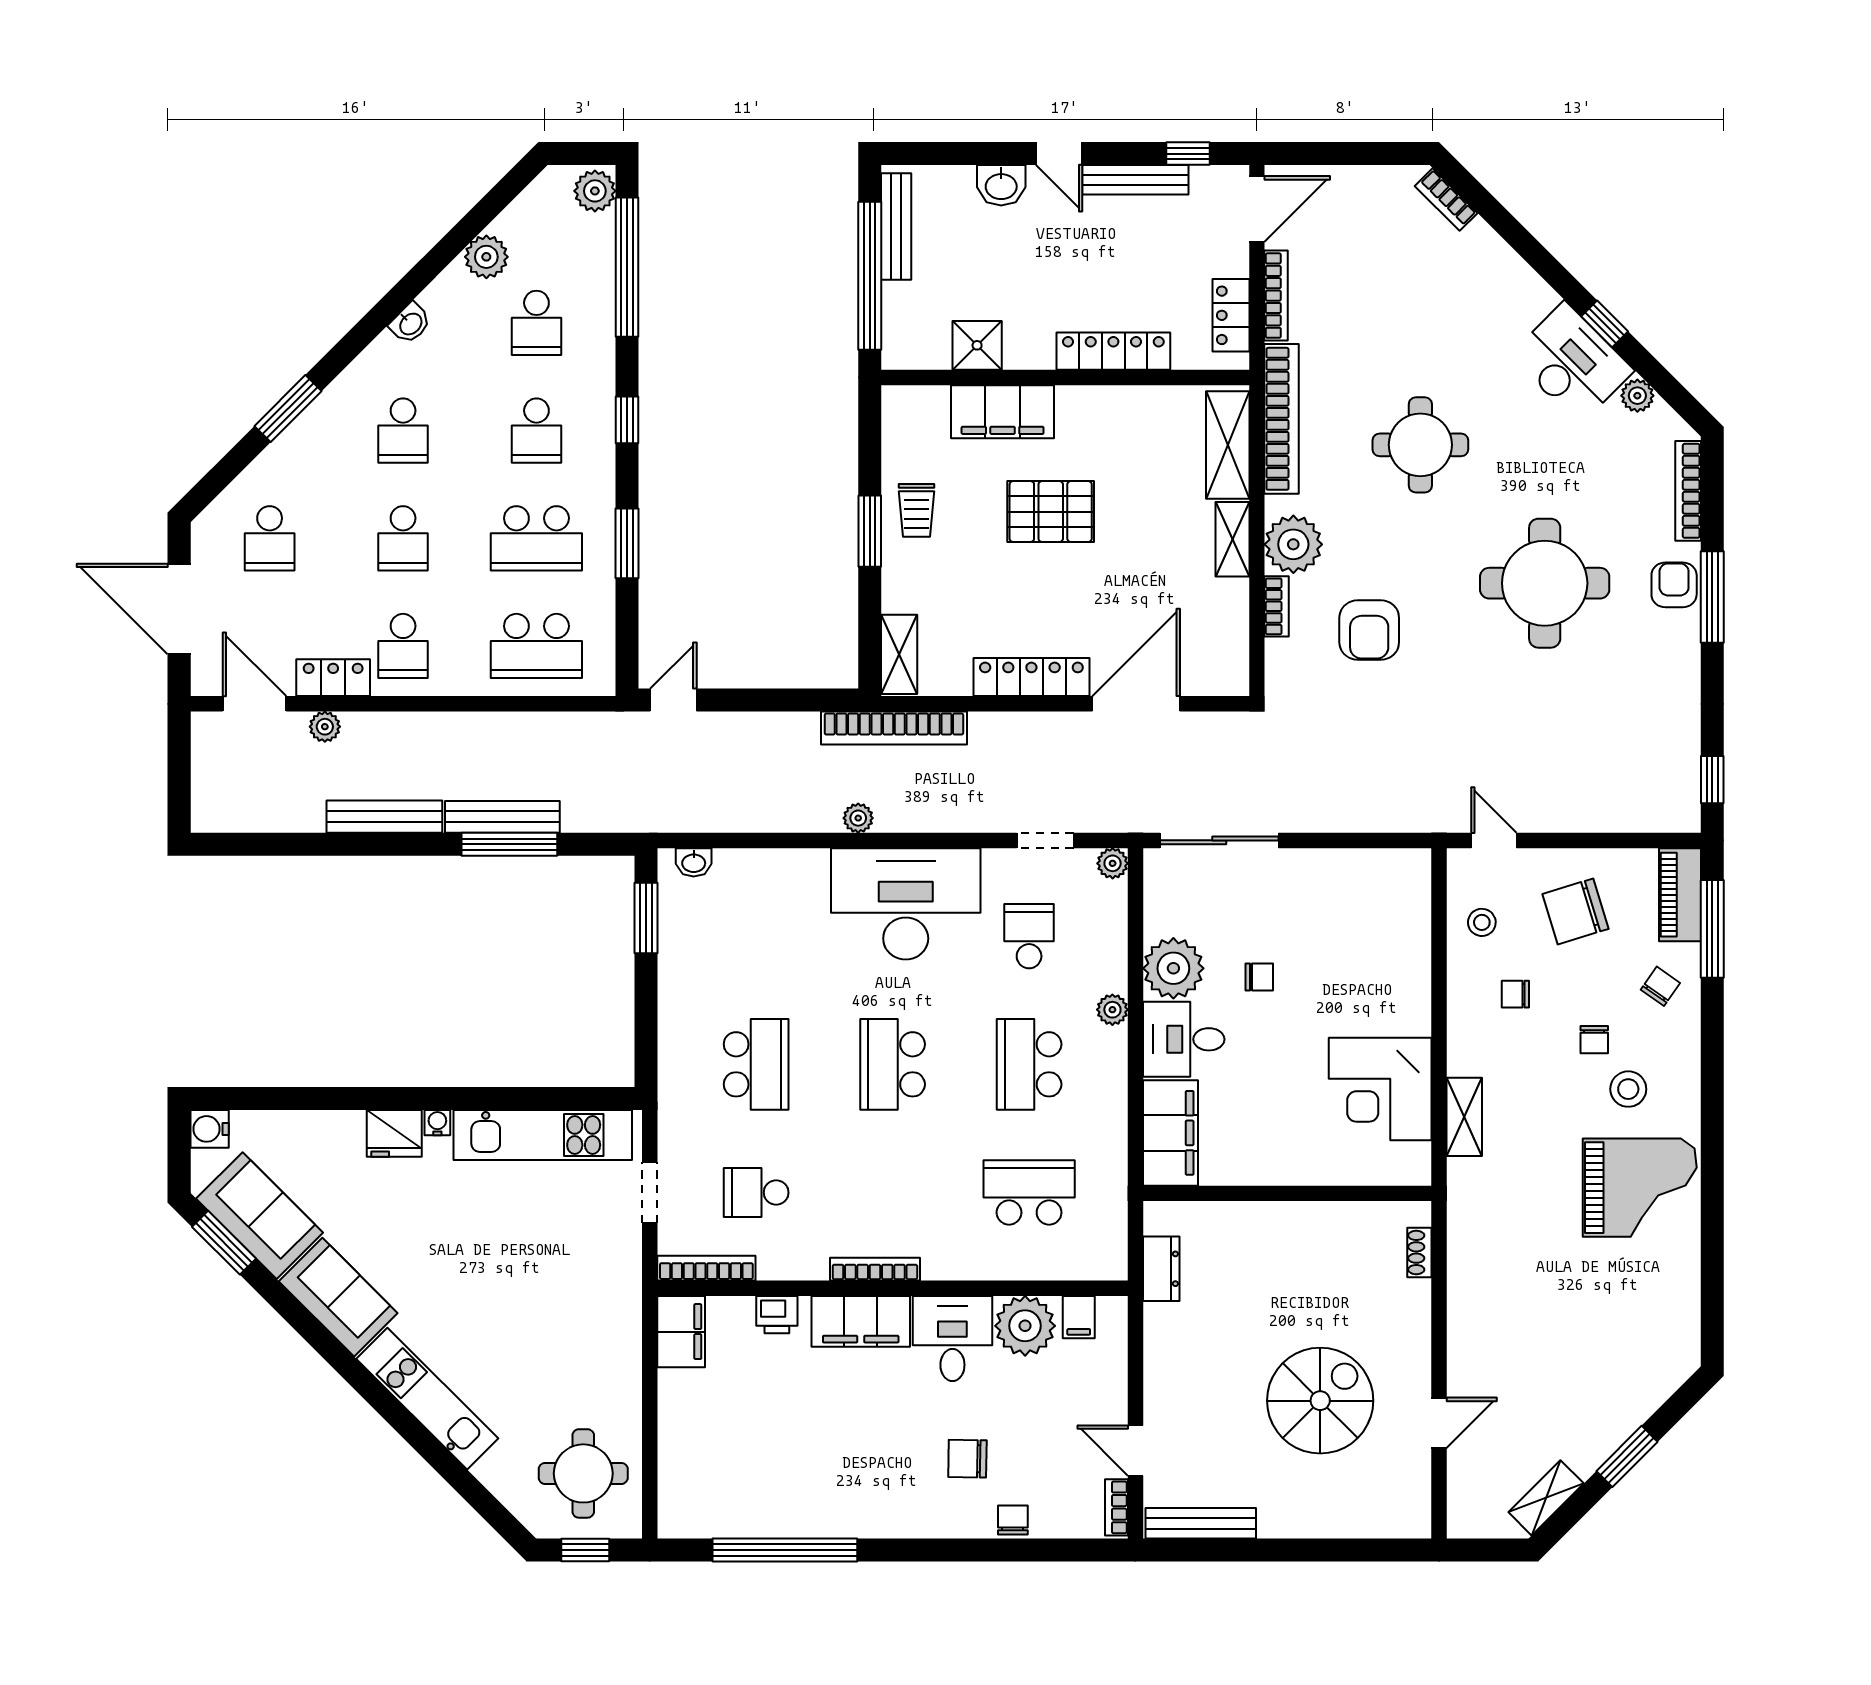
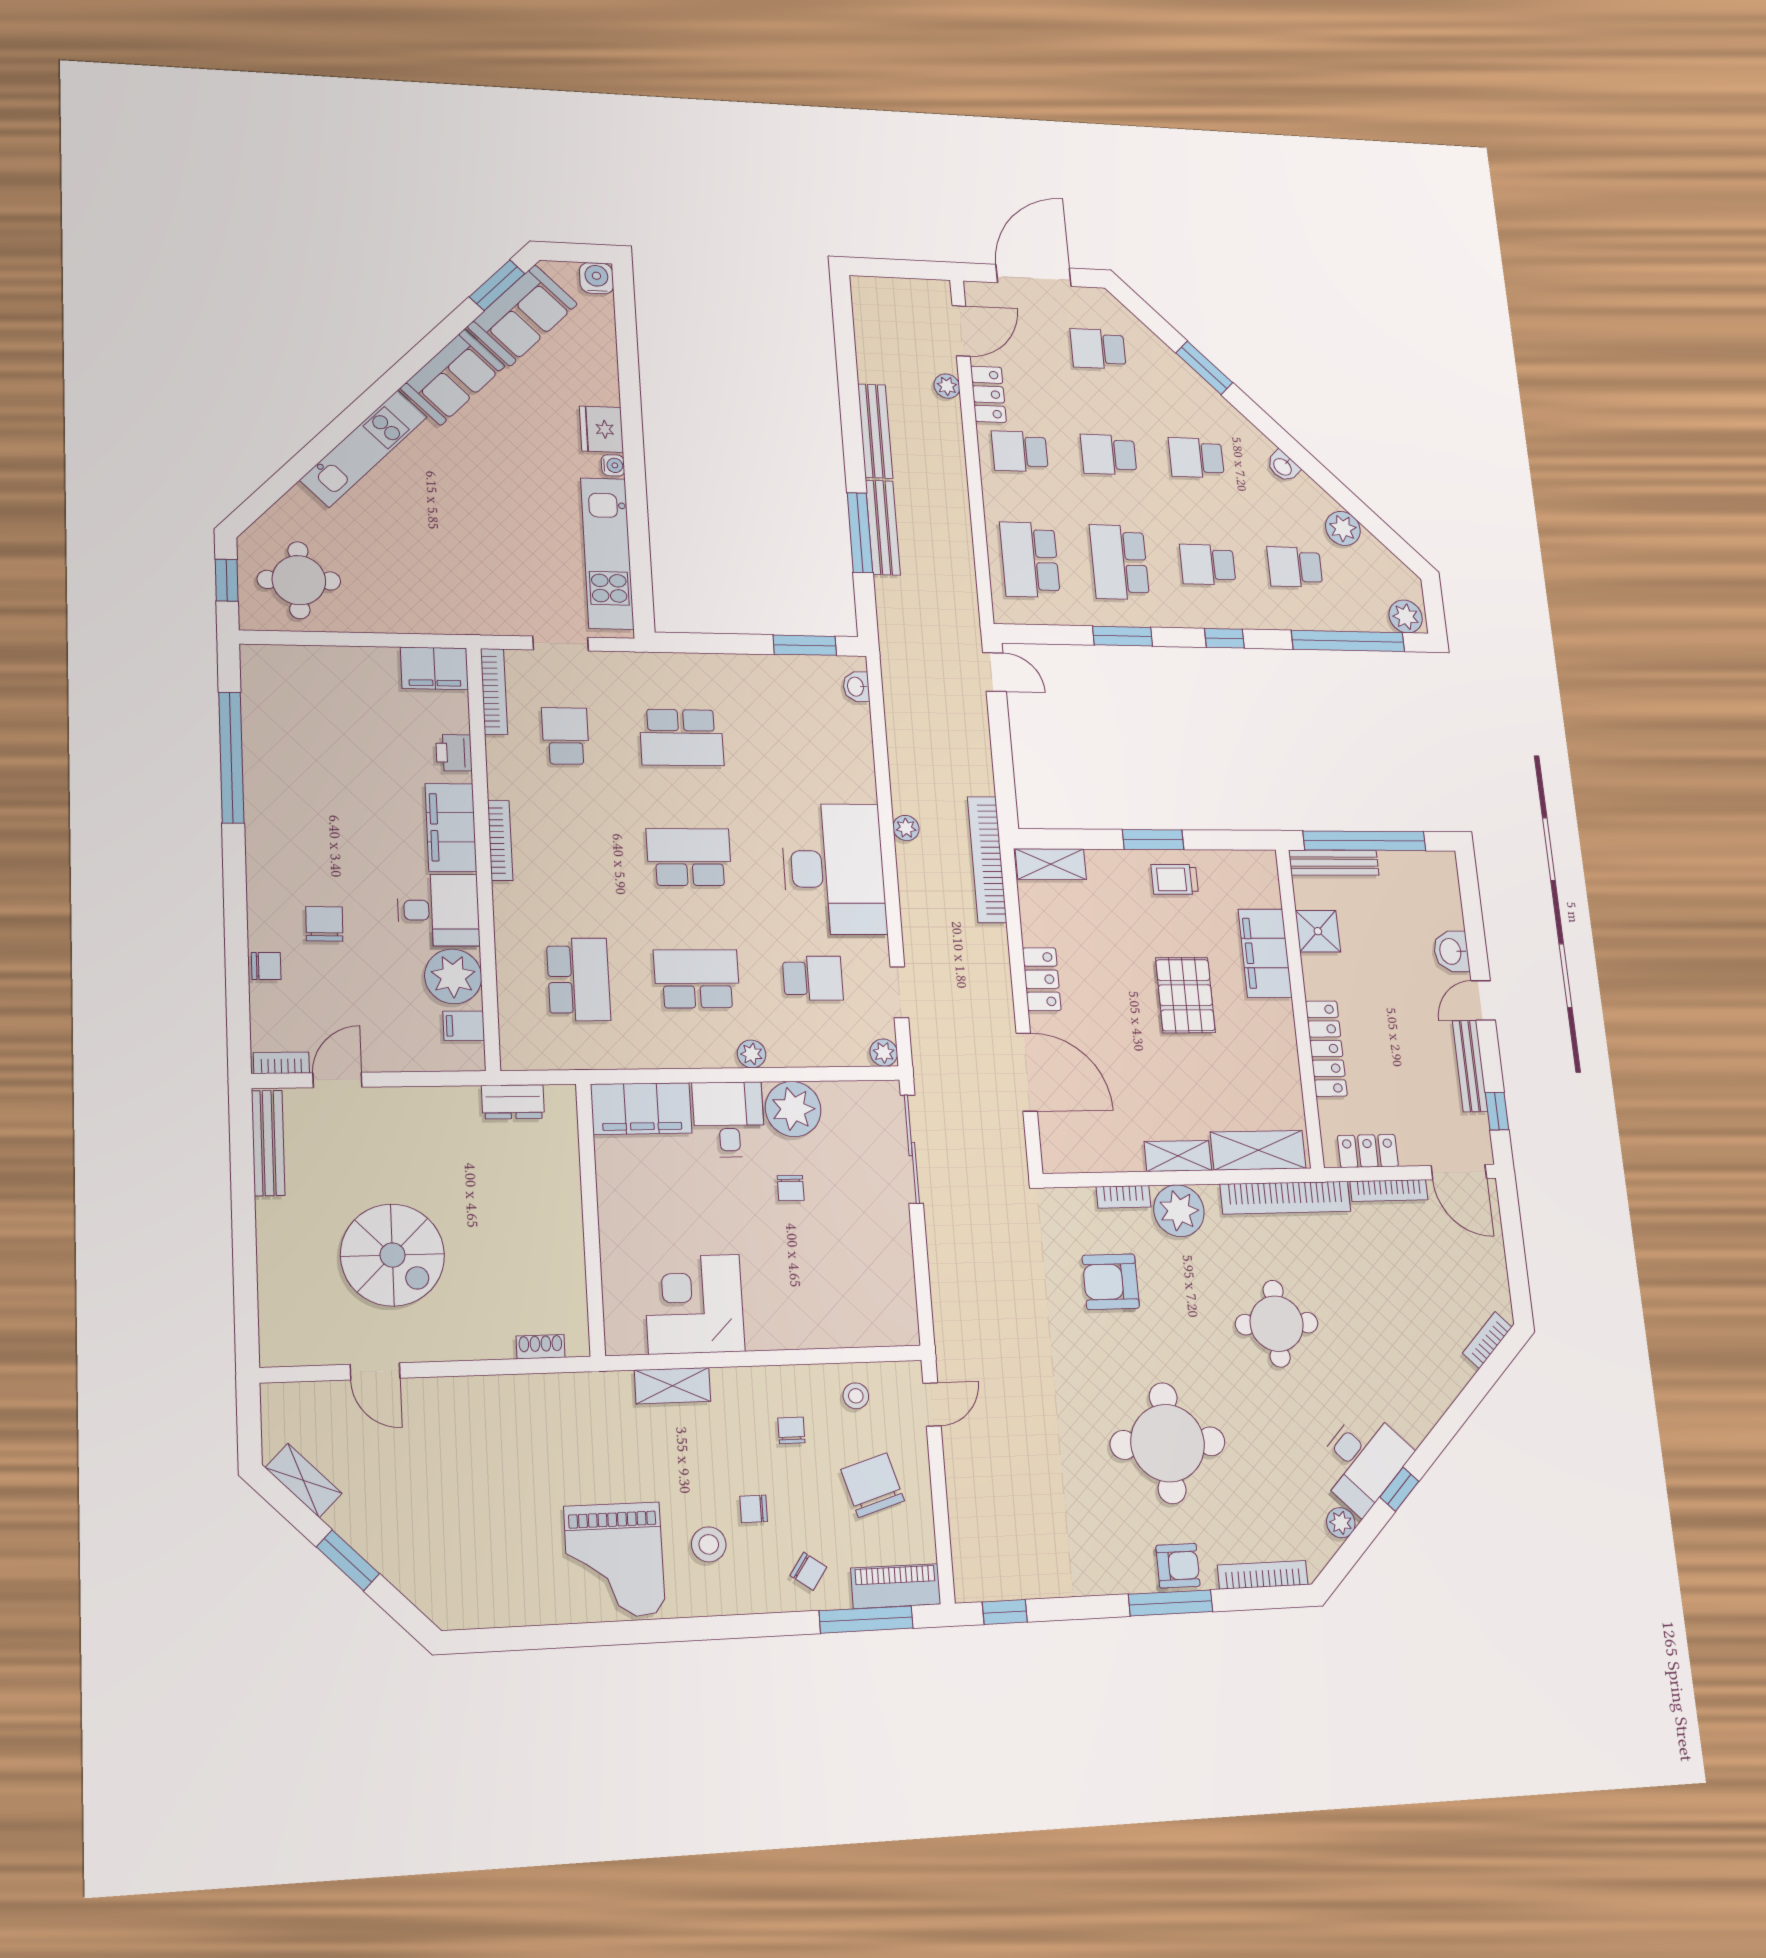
bench: (896, 227) -> (1334, 863), moved
locker: (1031, 677) -> (1042, 979), width x0.66

